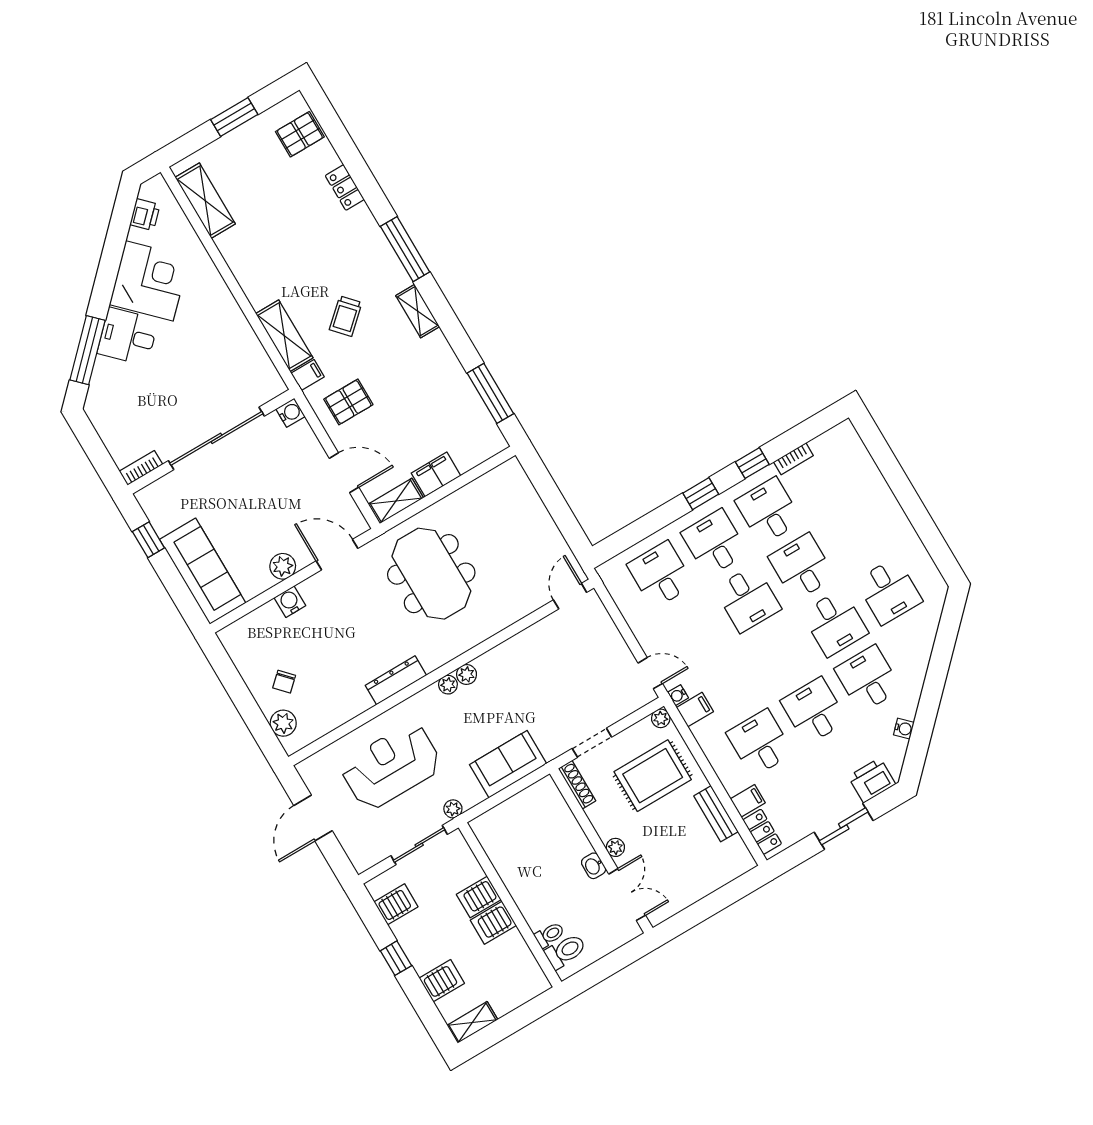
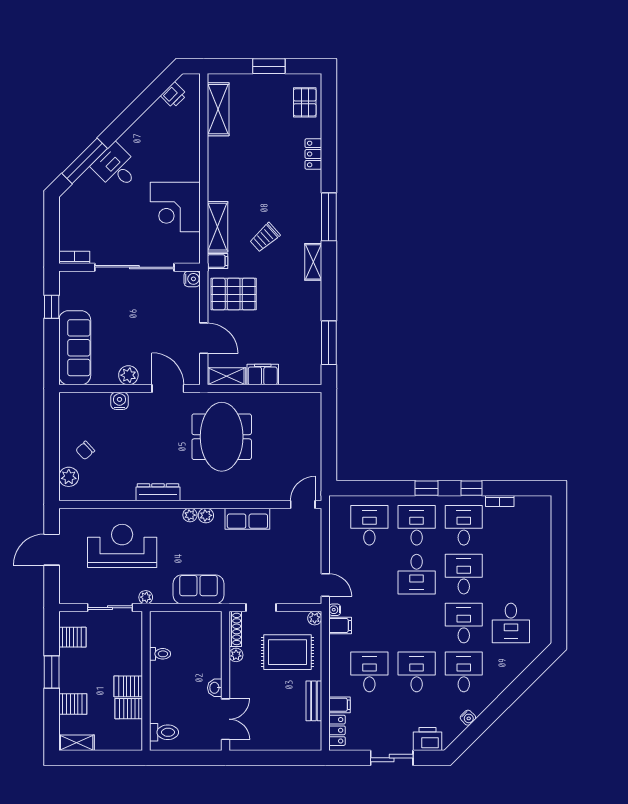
pallet: (300, 134) -> (305, 102), turned 90
corner desk: (149, 281) -> (175, 207), moved, turned 135
pallet: (348, 402) -> (234, 294), width x1.50, depth x1.42
desk: (835, 623) -> (464, 623), turned 180
row of seats: (516, 650) -> (247, 519), added
plant: (615, 847) -> (236, 655), moved
server rack: (479, 897) -> (129, 709), moved
toilet: (550, 935) -> (160, 654), moved
window: (396, 958) -> (52, 672), width x1.50

